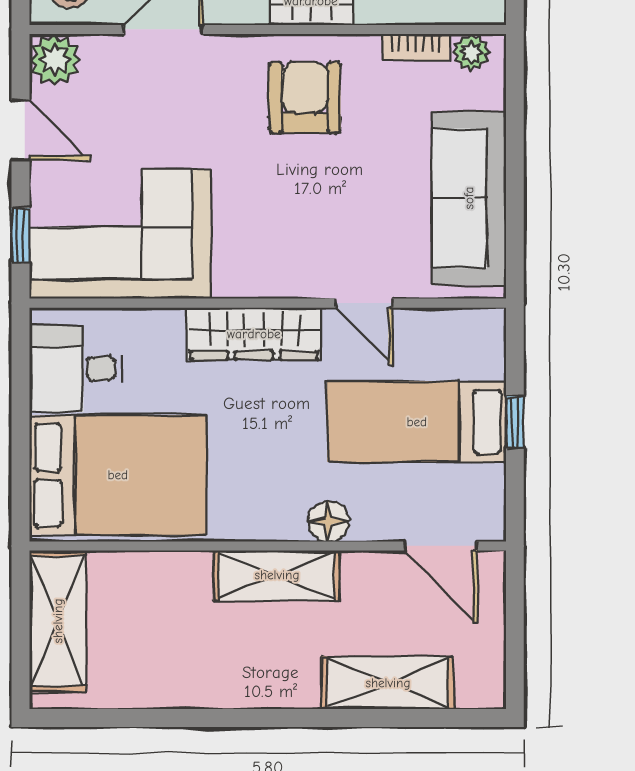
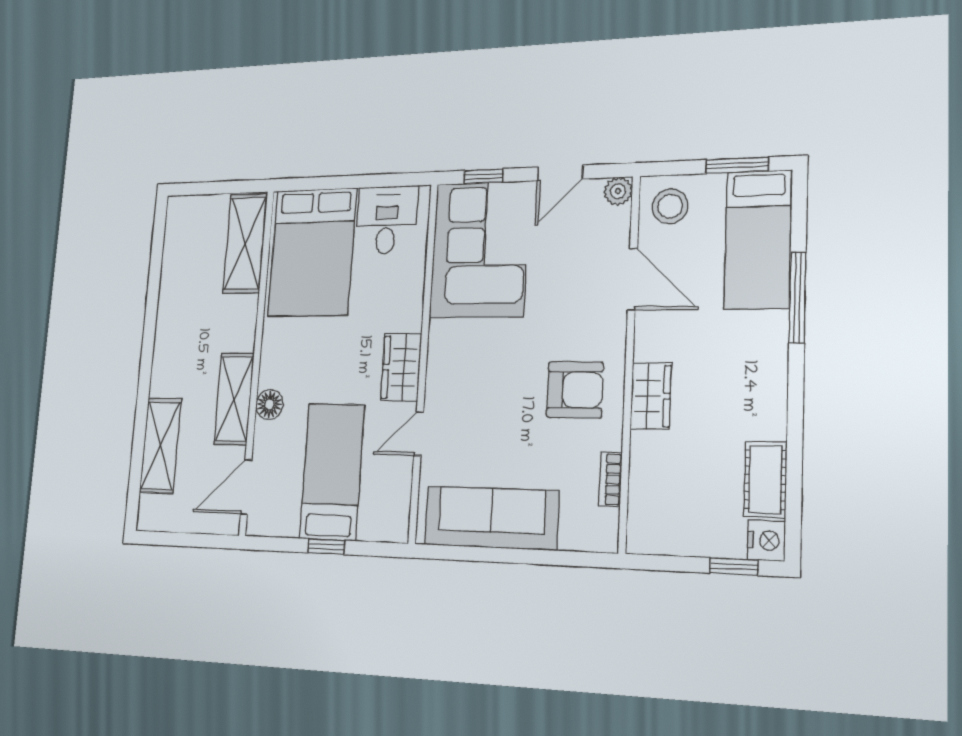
plant: (471, 52) -> (605, 524), removed
plant: (55, 60) -> (618, 191), width x0.73, depth x0.73
wardrobe: (254, 334) -> (401, 367), width x0.67
shelving: (277, 575) -> (234, 399), moved
shelving: (58, 621) -> (245, 243), moved, turned 90

